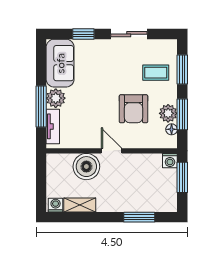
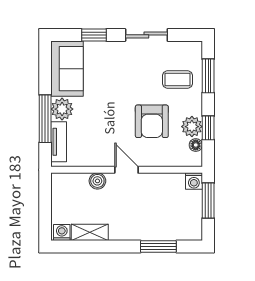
window: (182, 114) -> (208, 128), width x0.67
boiler: (86, 167) -> (97, 181), width x0.54, depth x0.54

